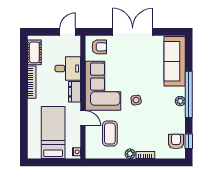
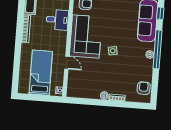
dresser: (75, 92) -> (62, 40), removed
coffee table: (110, 134) -> (89, 77), removed
window: (189, 141) -> (160, 13), moved

